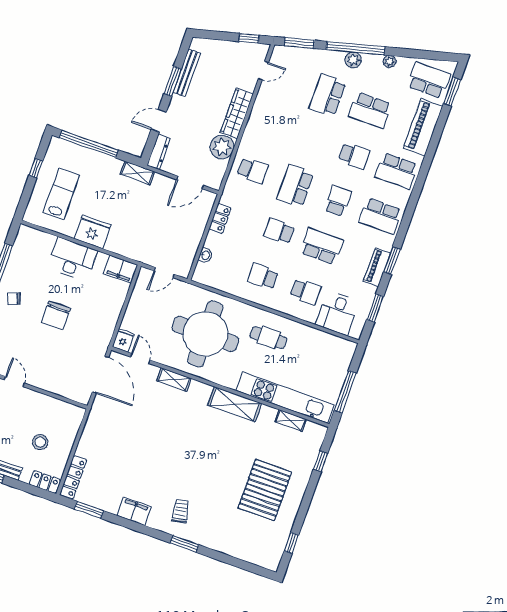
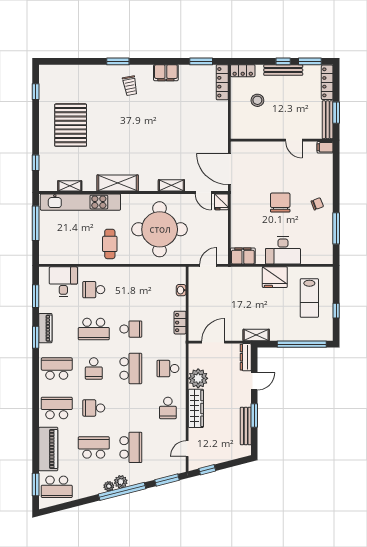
plant: (389, 62) -> (109, 486), moved
school desk: (263, 276) -> (168, 408), moved, turned 90
cafe table: (268, 338) -> (110, 244), turned 90

